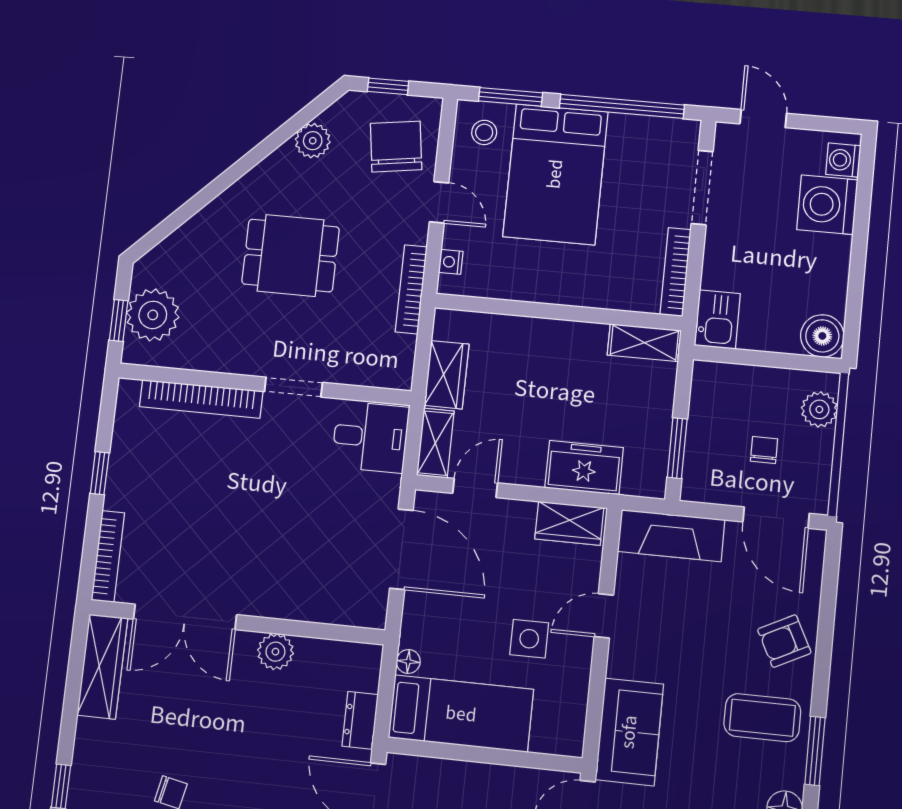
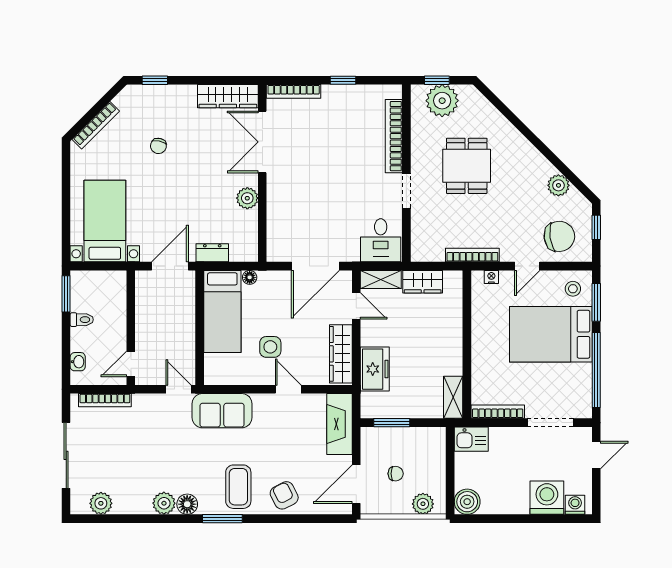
dining table: (291, 255) -> (467, 166), moved
wardrobe: (569, 523) -> (341, 354), width x1.50

